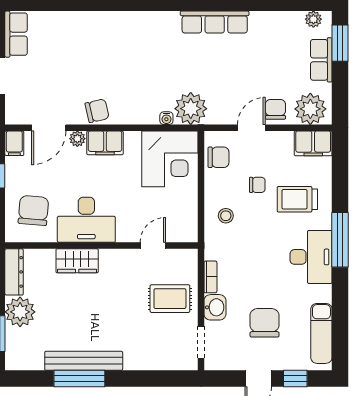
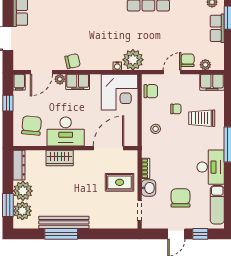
plant: (310, 109) -> (205, 65), width x0.53, depth x0.53
door: (153, 246) -> (108, 148), width x1.87
desk: (311, 257) -> (211, 167), moved
plant: (19, 343) -> (22, 211), added

